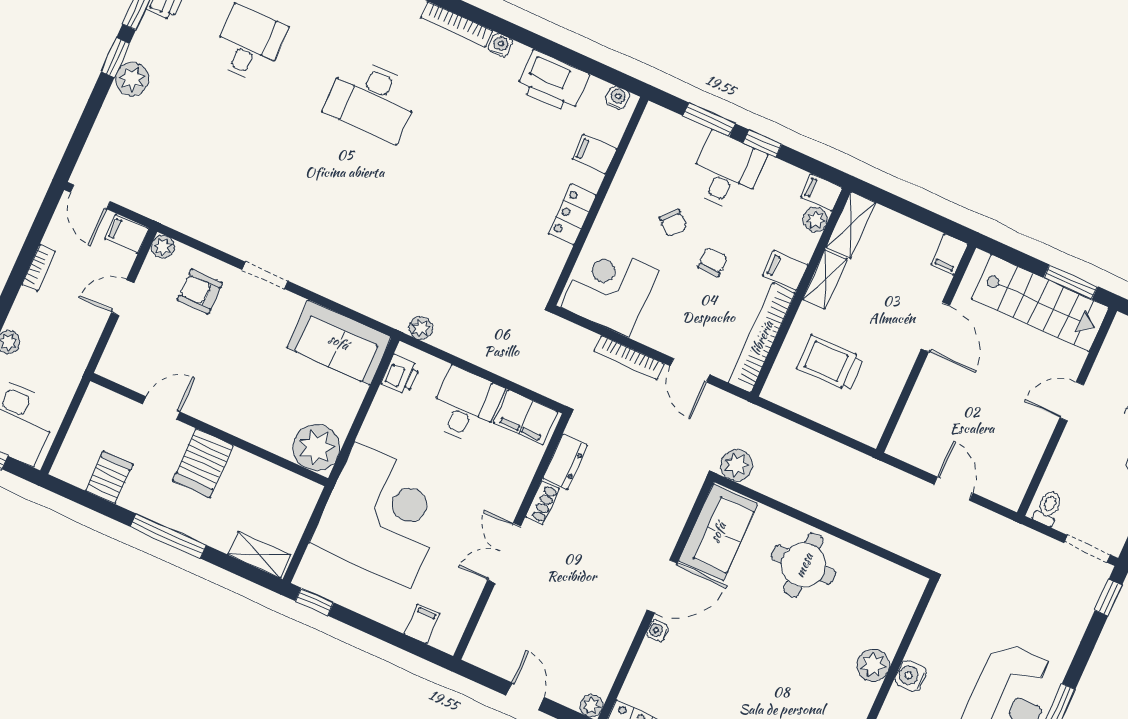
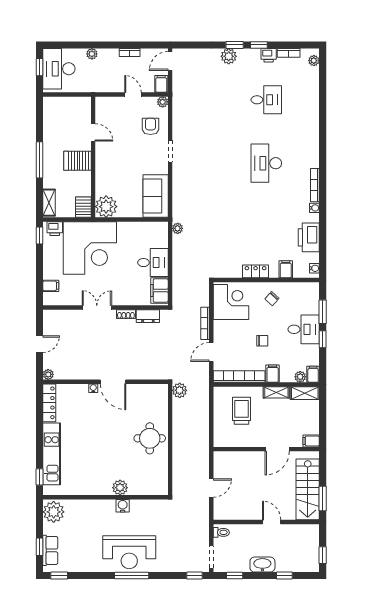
chair: (673, 223) -> (272, 299), moved
printer: (401, 375) -> (55, 229), moved
server rack: (109, 477) -> (83, 207), moved, turned -90
sofa: (718, 532) -> (147, 395), removed

